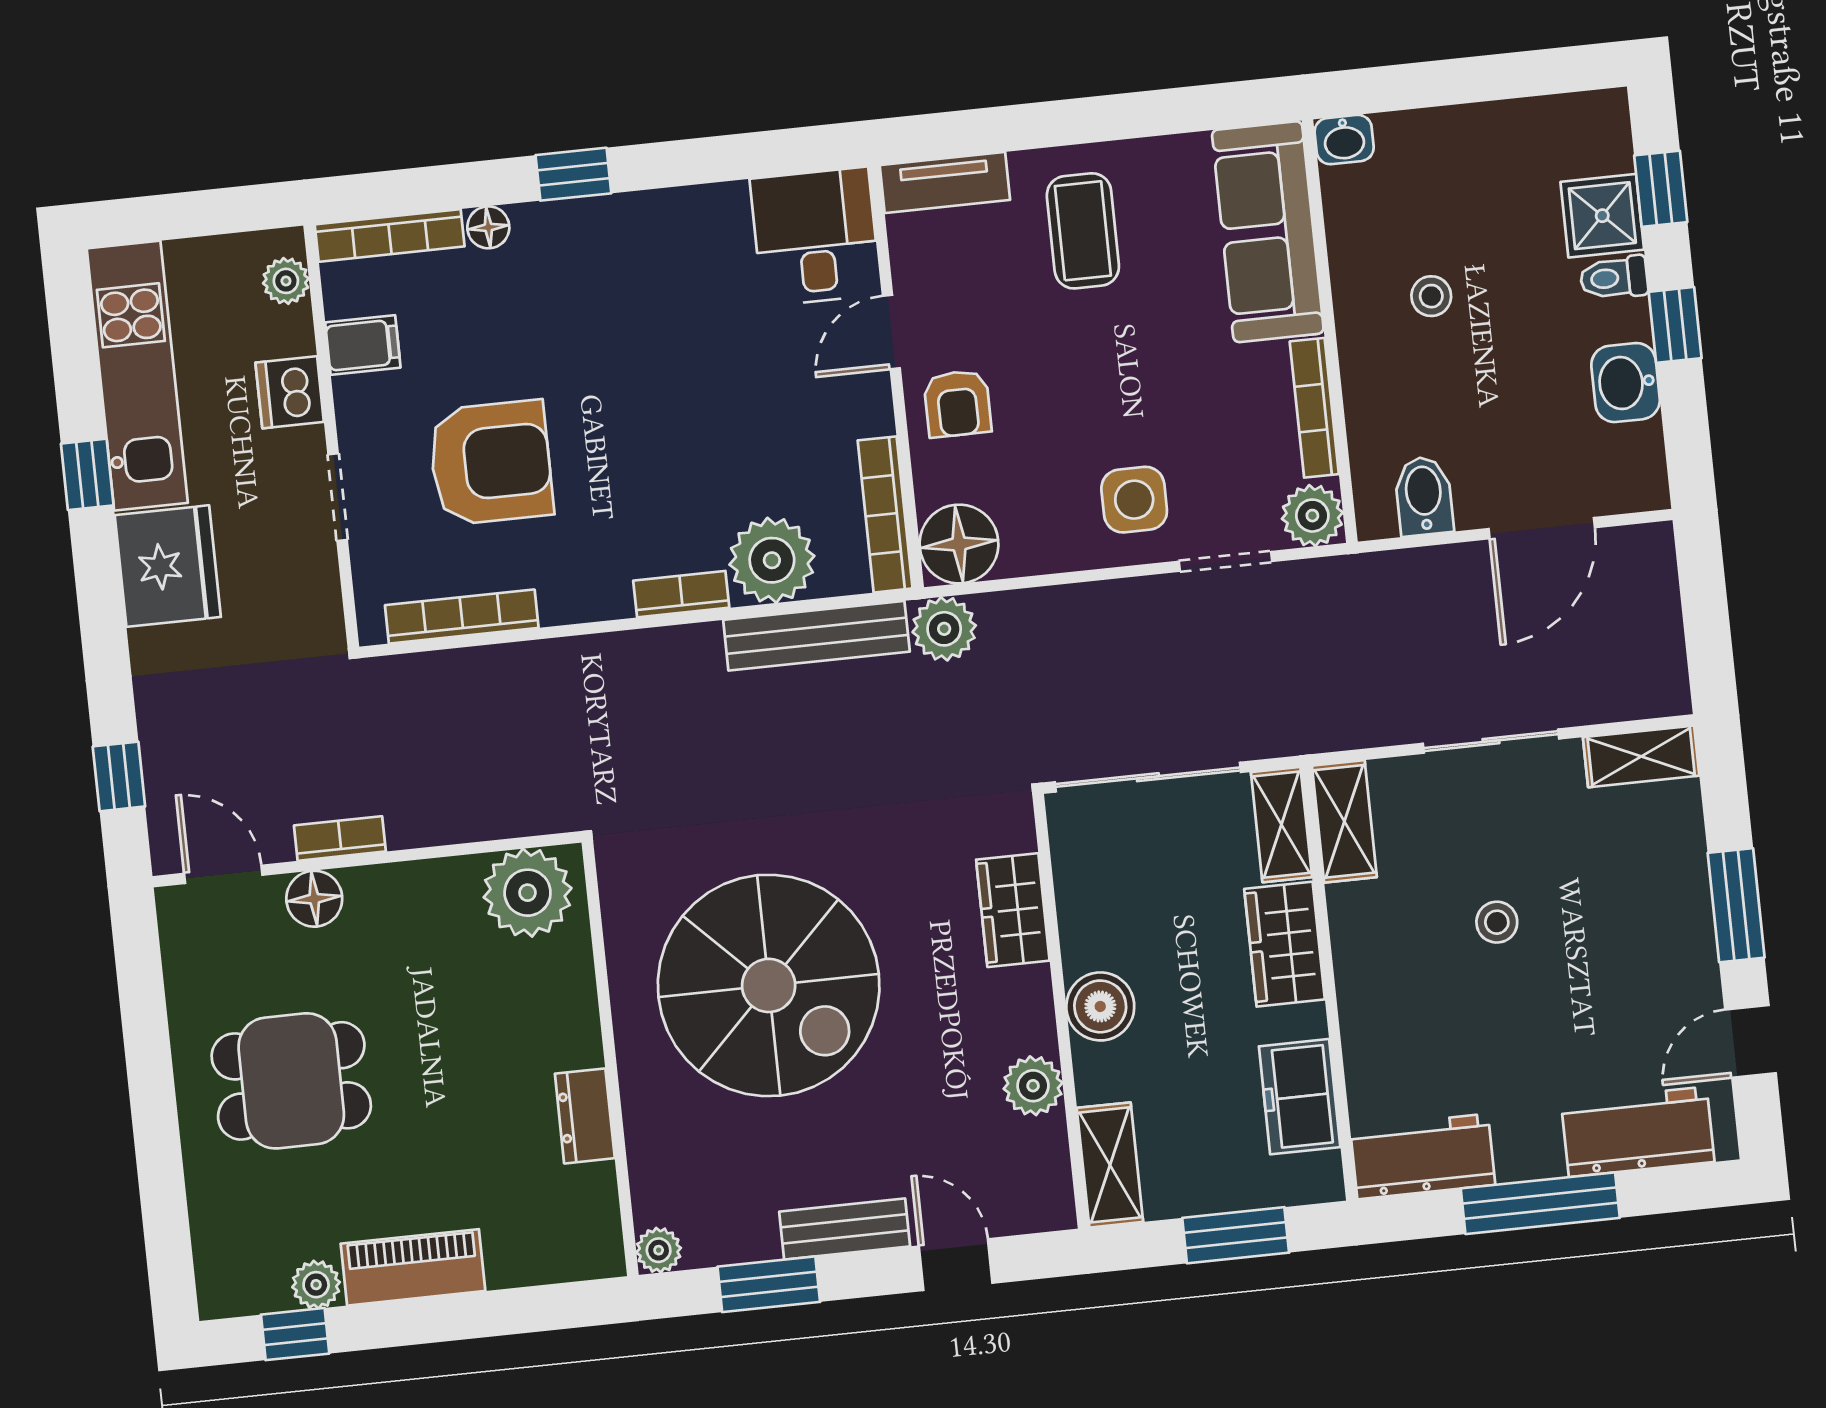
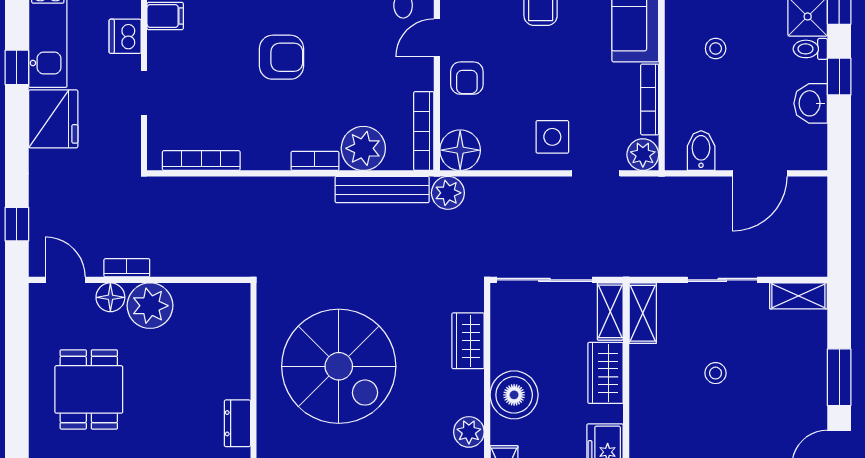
armchair: (491, 463) -> (281, 57), moved, width x0.73, depth x0.73
plant: (528, 893) -> (150, 306), moved
boiler: (1100, 1006) -> (514, 395), width x1.37, depth x1.37
dining table: (291, 1081) -> (89, 389), turned 90

